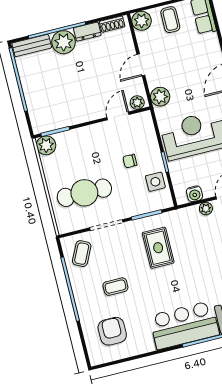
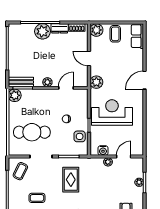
bench: (32, 45) -> (21, 82), moved
door: (141, 65) -> (89, 58), hinge flipped
plant: (137, 102) -> (47, 82), moved

